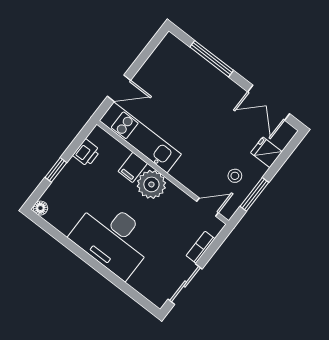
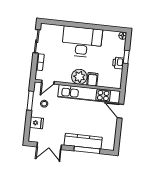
kitchen counter: (209, 76) -> (83, 141), added
door: (119, 88) -> (120, 111), hinge flipped
double door: (269, 103) -> (49, 146), swing flipped
kitchen unit: (140, 137) -> (89, 94), width x1.36
printer: (87, 153) -> (118, 63), moved

